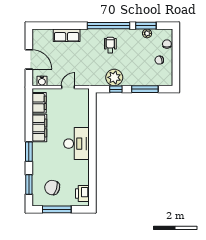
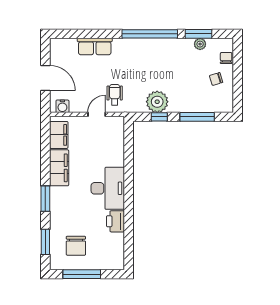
wheelchair: (110, 45) -> (115, 95), moved
chair: (52, 188) -> (76, 246), turned -106
printer: (82, 194) -> (115, 221), moved

